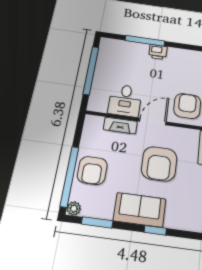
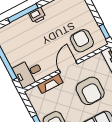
desk: (125, 100) -> (28, 73), moved, turned 90

